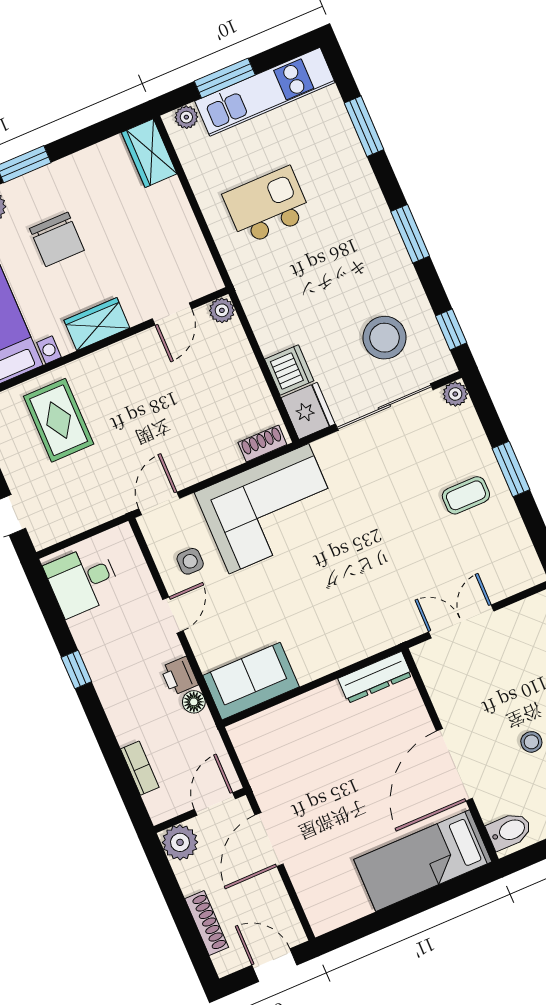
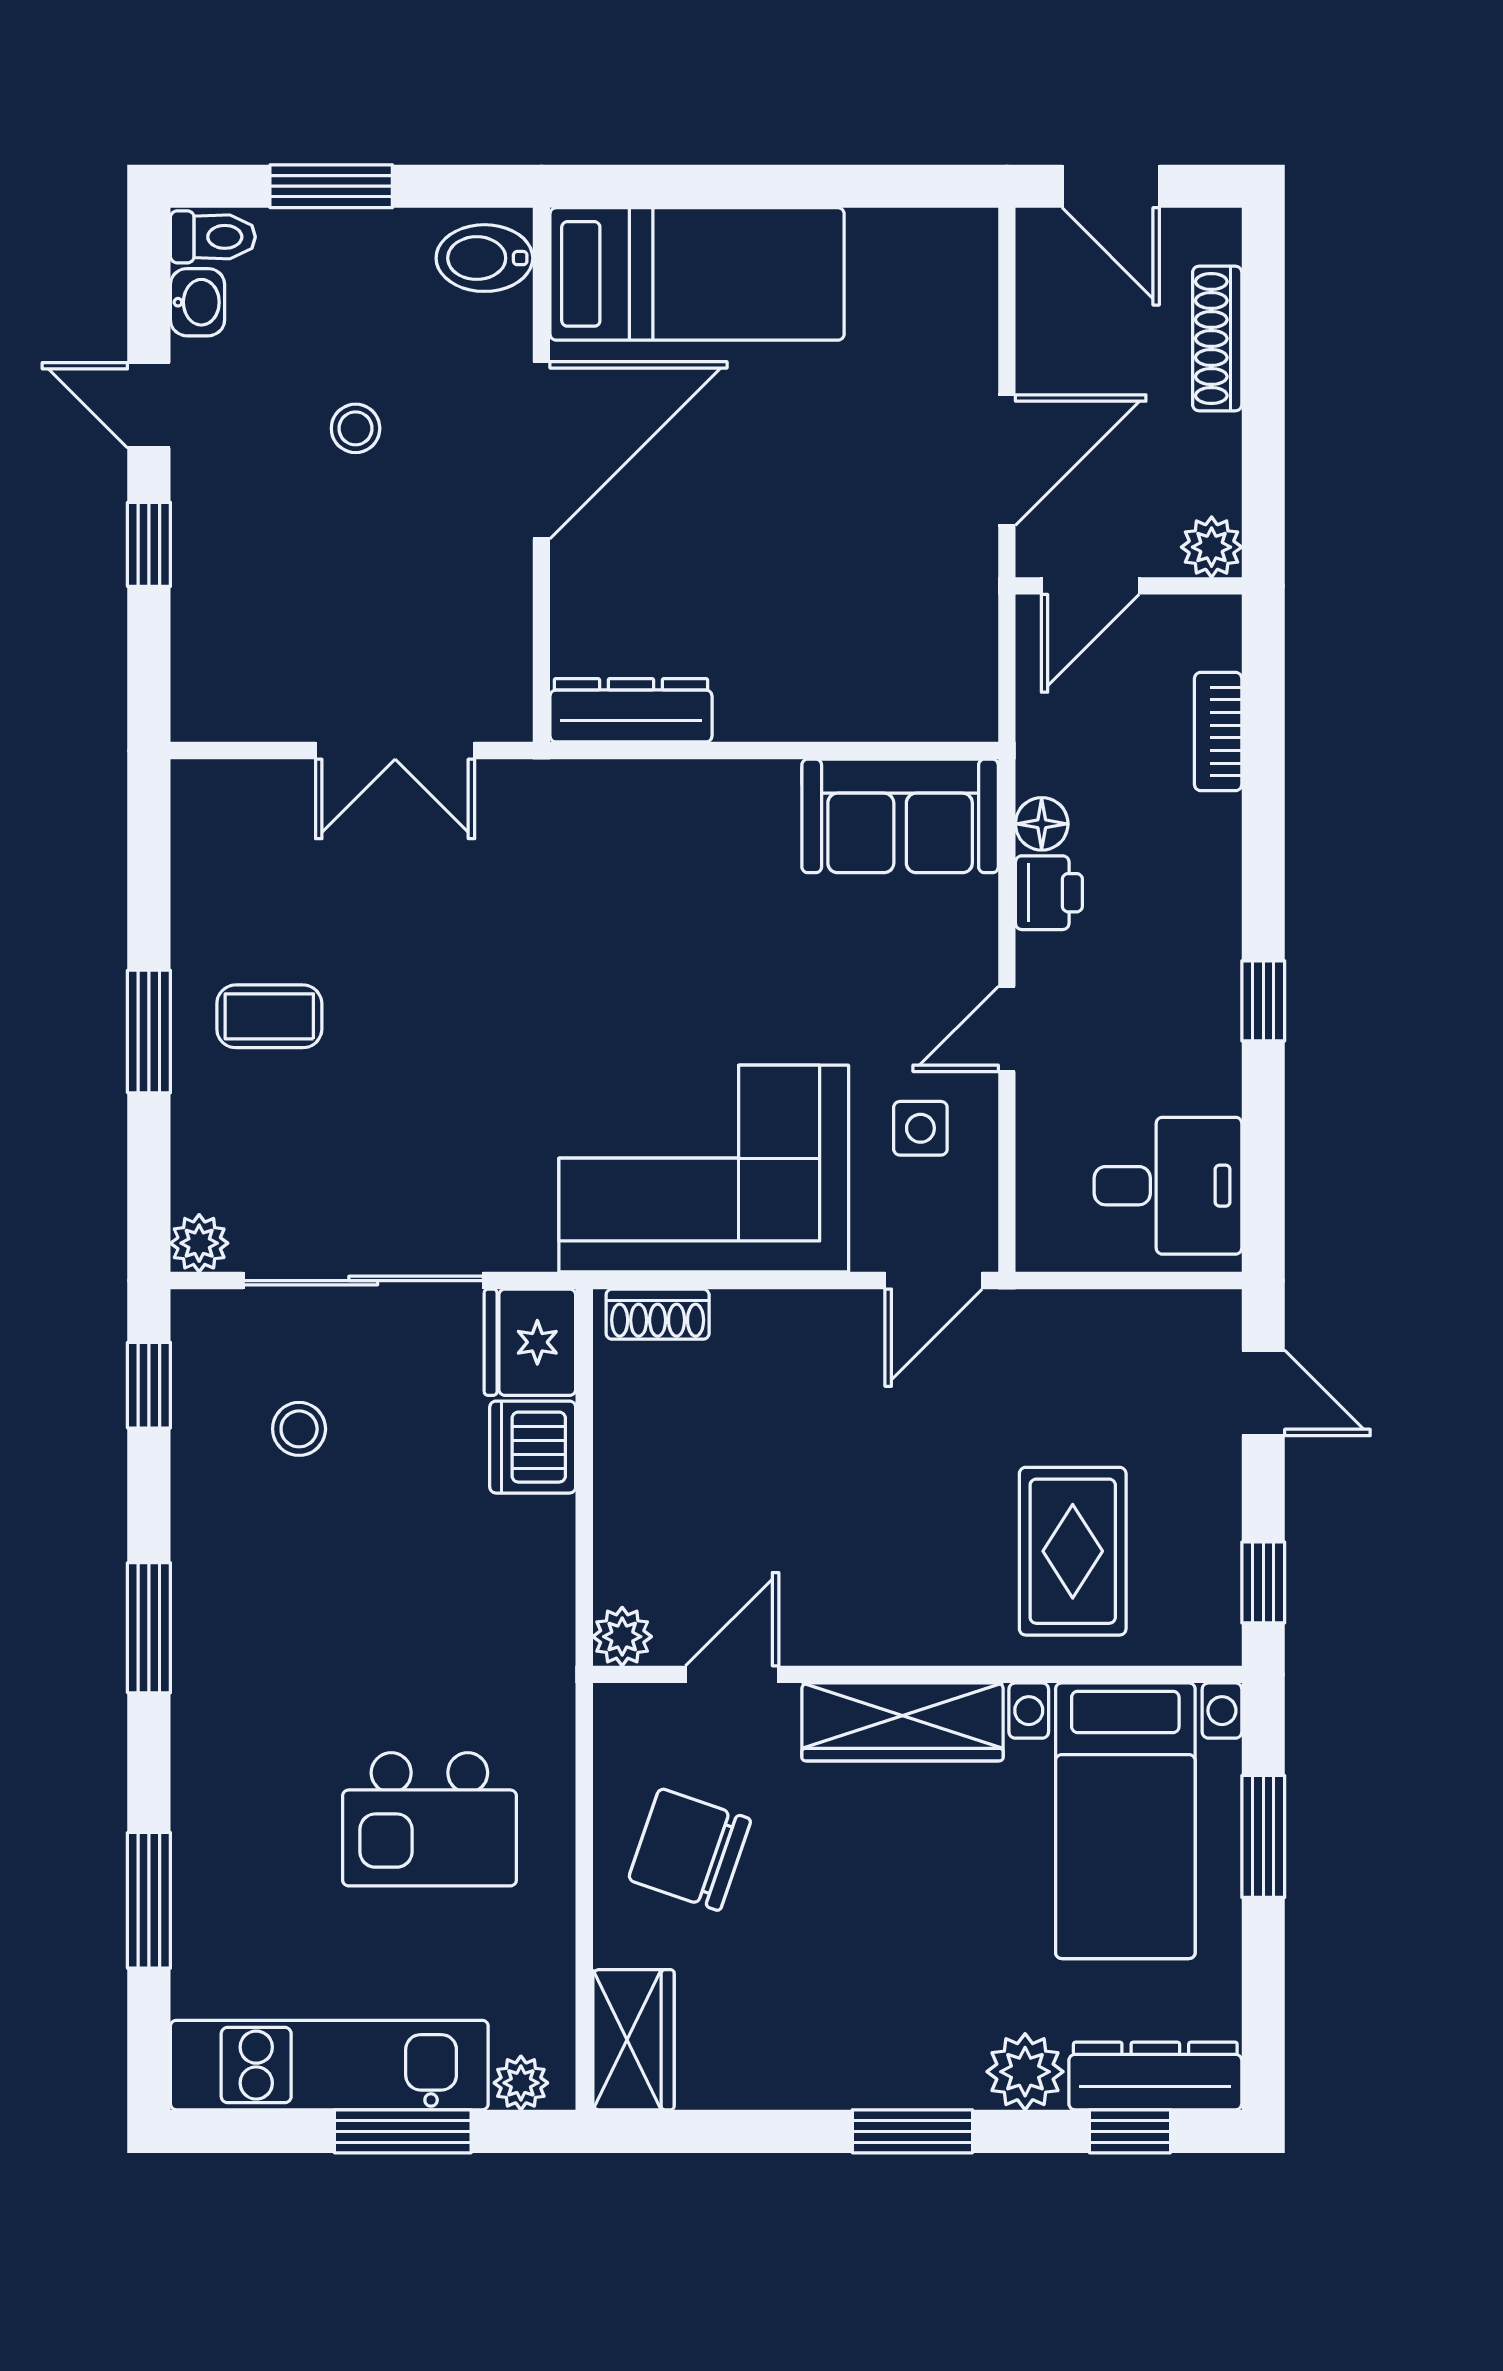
chair: (57, 239) -> (690, 1850), moved, turned -71
wardrobe: (97, 324) -> (903, 1722), width x1.50
stool: (384, 338) -> (299, 1429), width x0.53, depth x0.53
plant: (180, 842) -> (1212, 547), width x0.73, depth x0.73

